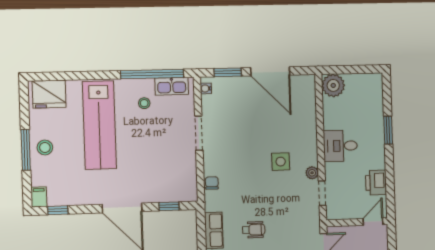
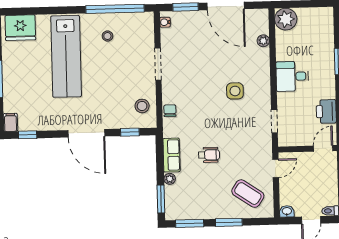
kitchen sink: (172, 86) -> (133, 20), removed
stool: (45, 148) -> (142, 106), moved
plant: (312, 173) -> (263, 41), moved

